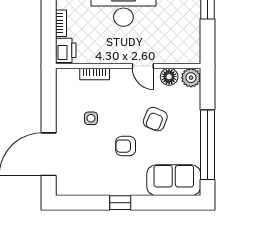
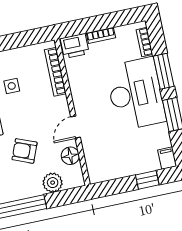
bookcase: (95, 74) -> (55, 72), width x1.56
plant: (191, 78) -> (53, 183), moved

